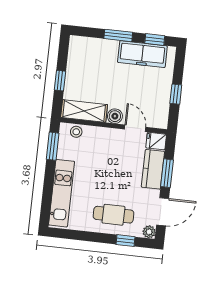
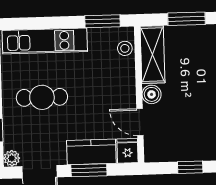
window: (60, 81) -> (186, 19), width x1.50
door: (135, 128) -> (140, 122), swing flipped
cafe table: (113, 215) -> (42, 97), moved, turned 90

